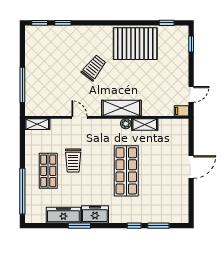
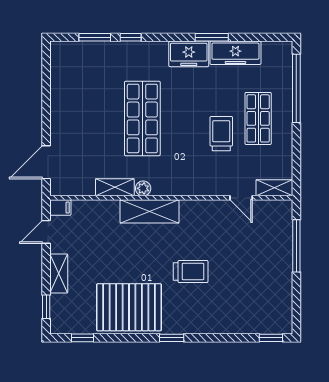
window: (63, 23) -> (172, 338), moved
shelving: (183, 66) -> (59, 274), added
trolley: (94, 68) -> (191, 272), turned -128
door: (79, 117) -> (241, 198), moved
door: (191, 167) -> (46, 162), moved

